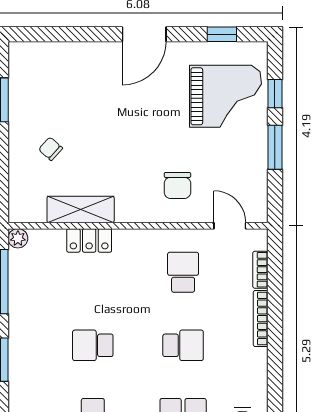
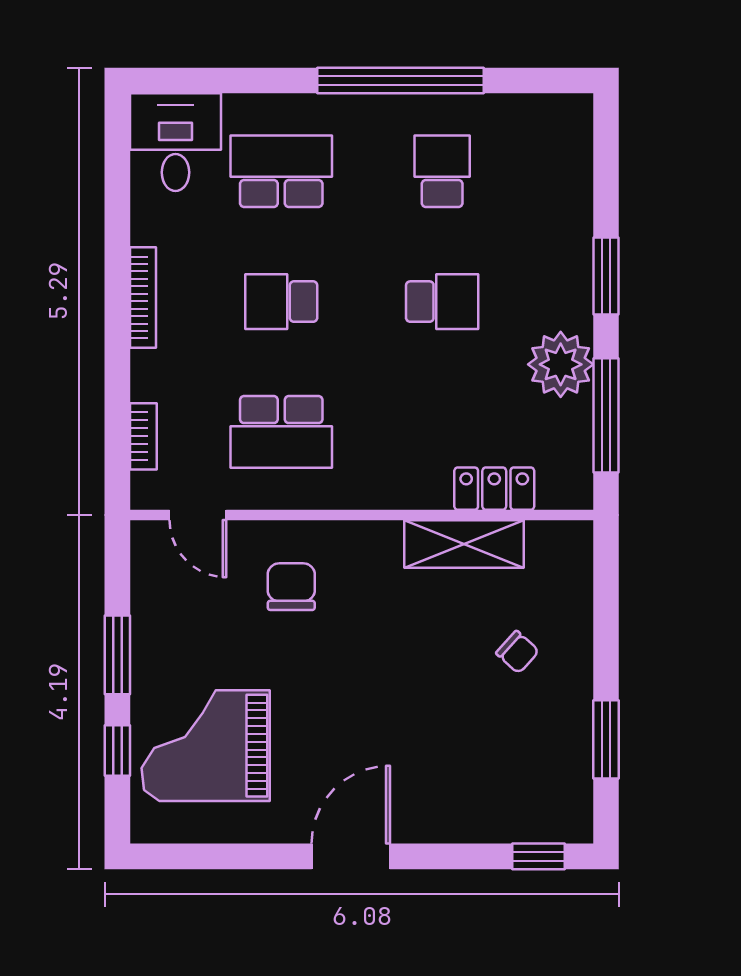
window: (222, 34) -> (538, 856), moved
plant: (18, 238) -> (561, 364), moved, width x1.88, depth x1.88
locker: (89, 240) -> (494, 489), moved
school desk: (183, 272) -> (281, 432), width x1.85
bookcase: (261, 319) -> (143, 298), moved

